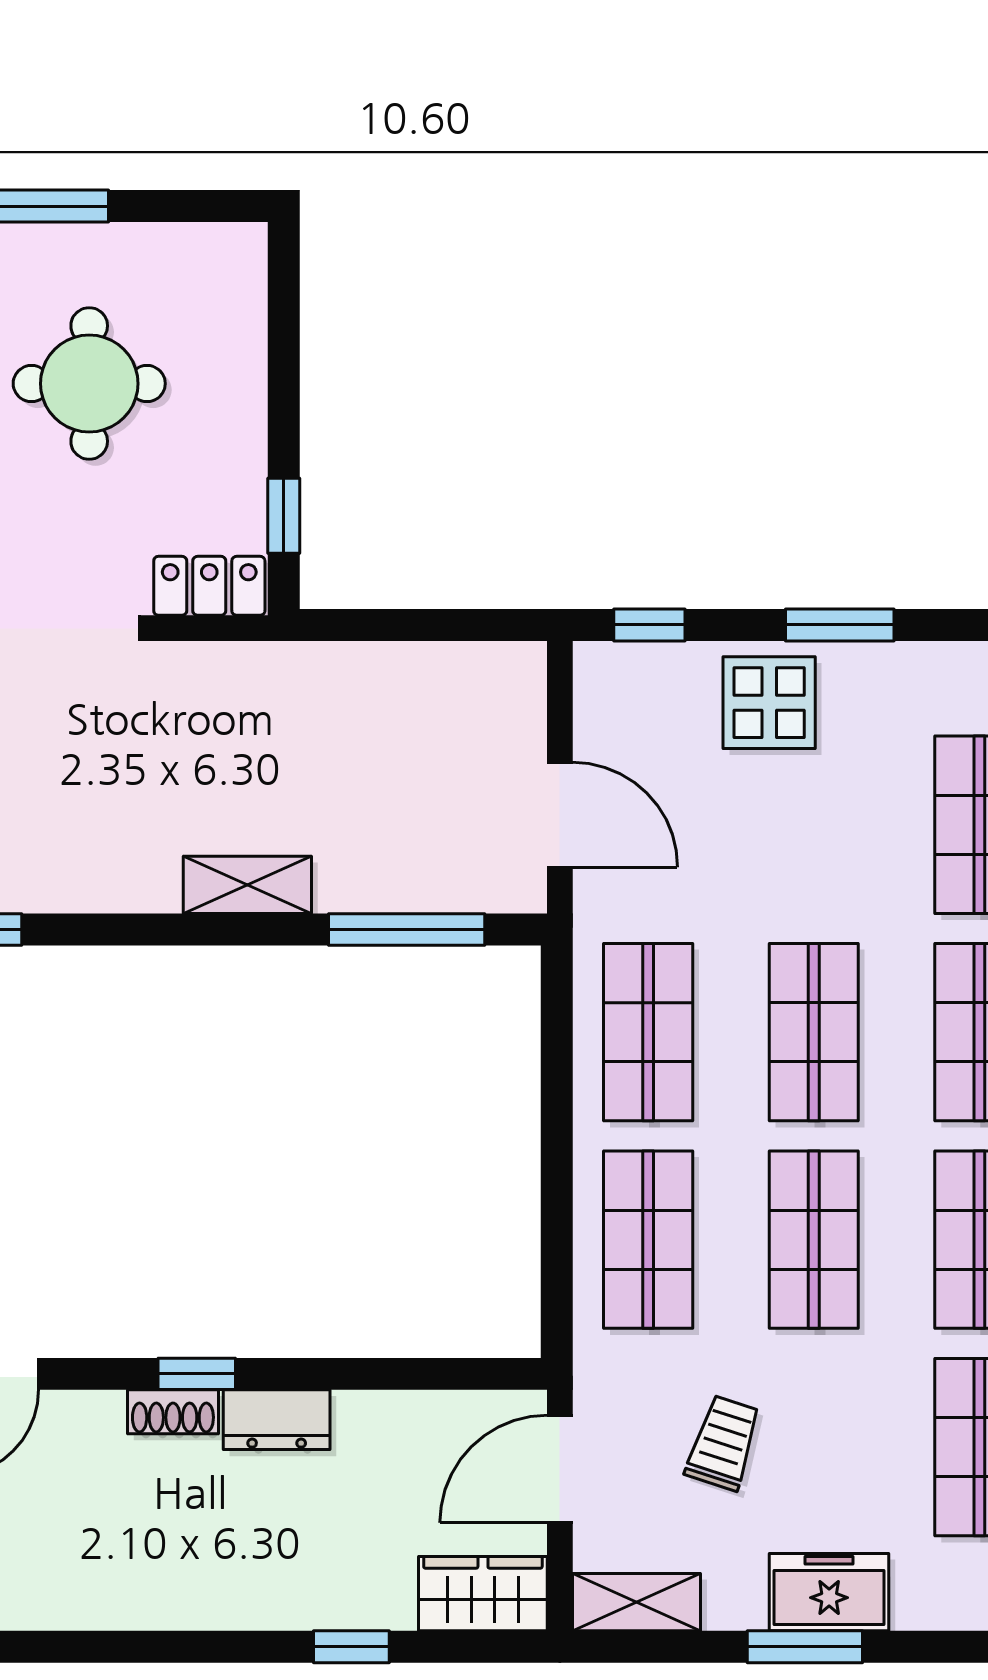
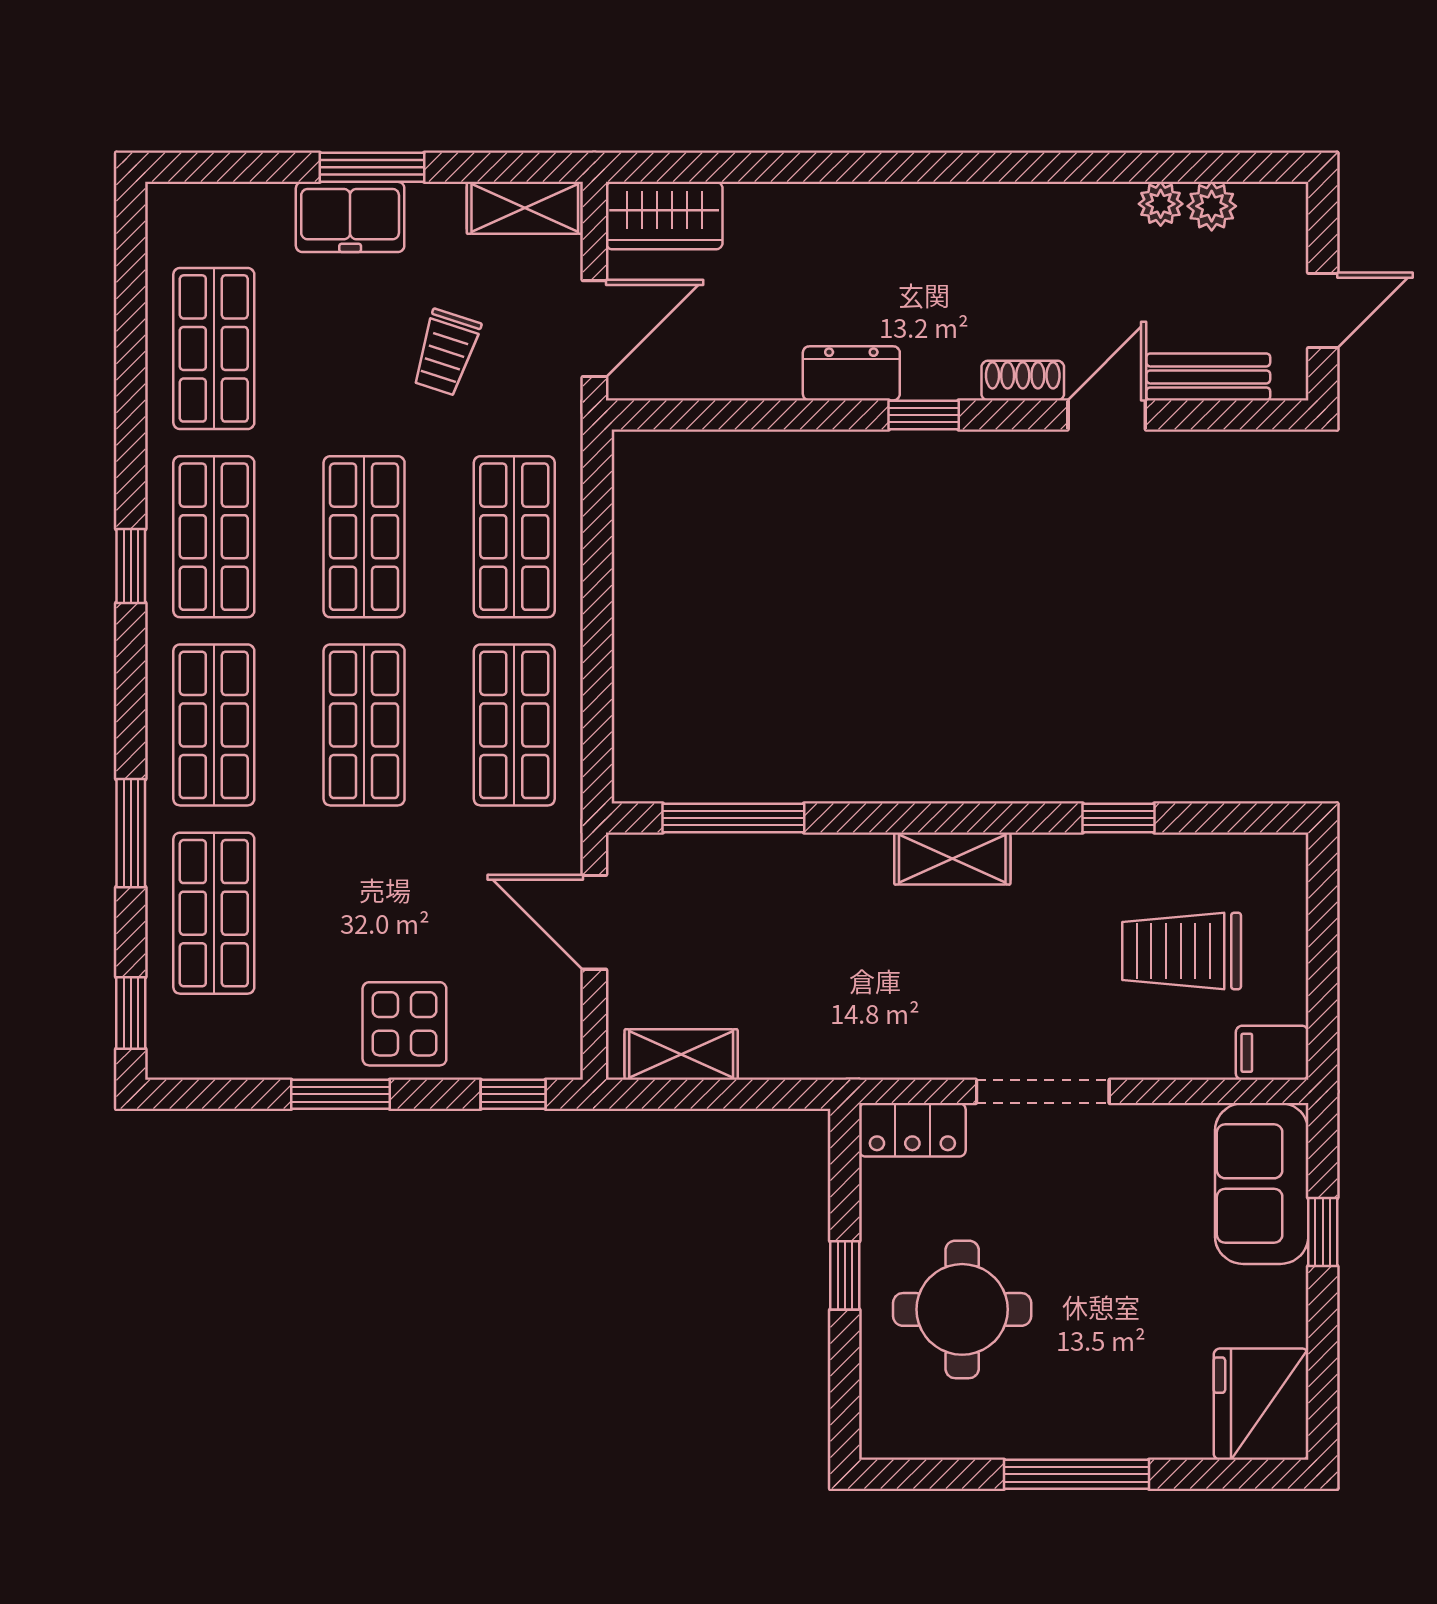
round table: (89, 384) -> (962, 1309), moved
window: (284, 516) -> (845, 1275), moved
shelving: (464, 669) -> (681, 1055), added
shelving: (247, 885) -> (952, 858), moved
shoe rack: (173, 1412) -> (1023, 381), moved
window: (351, 1647) -> (783, 167), removed

